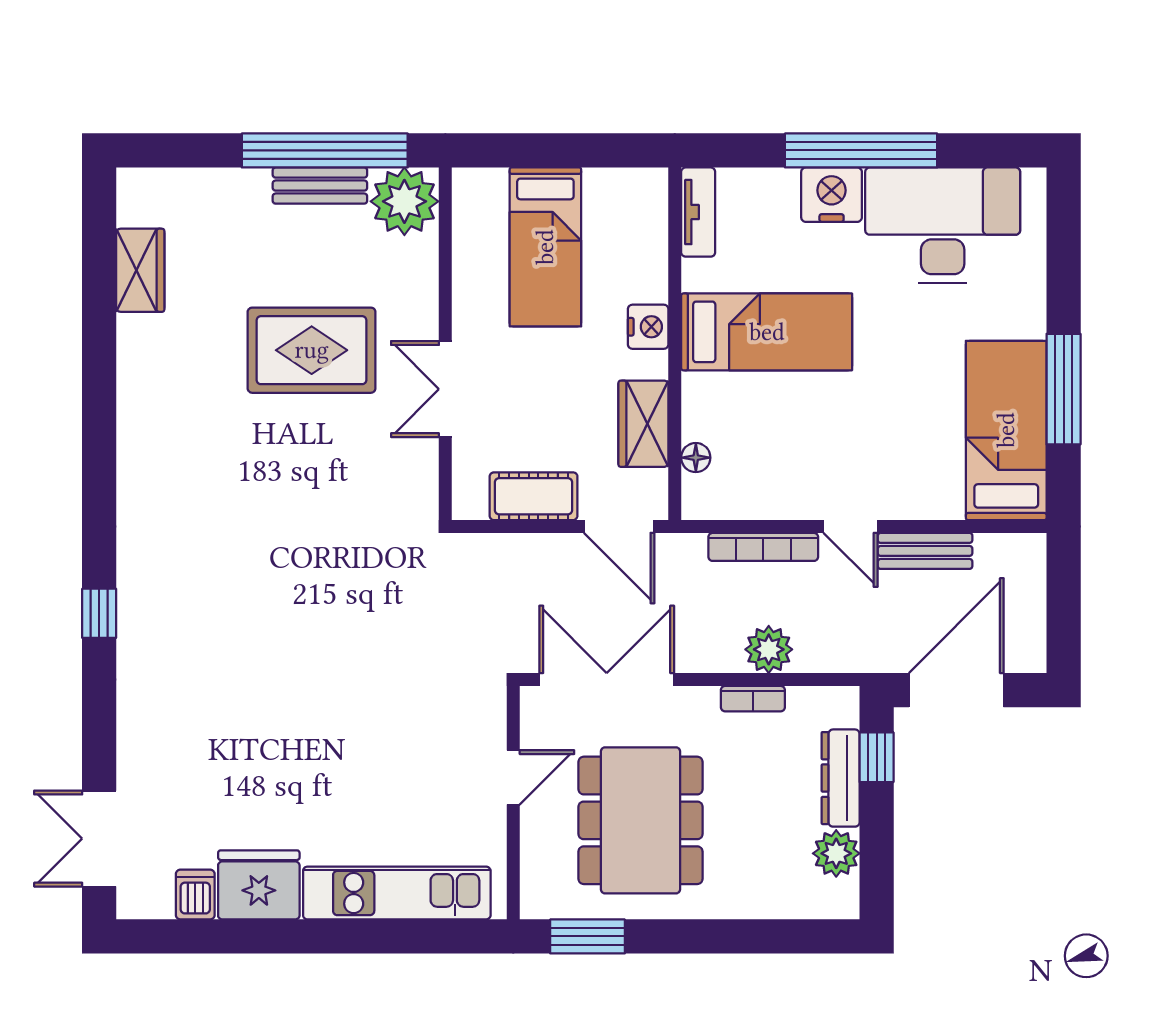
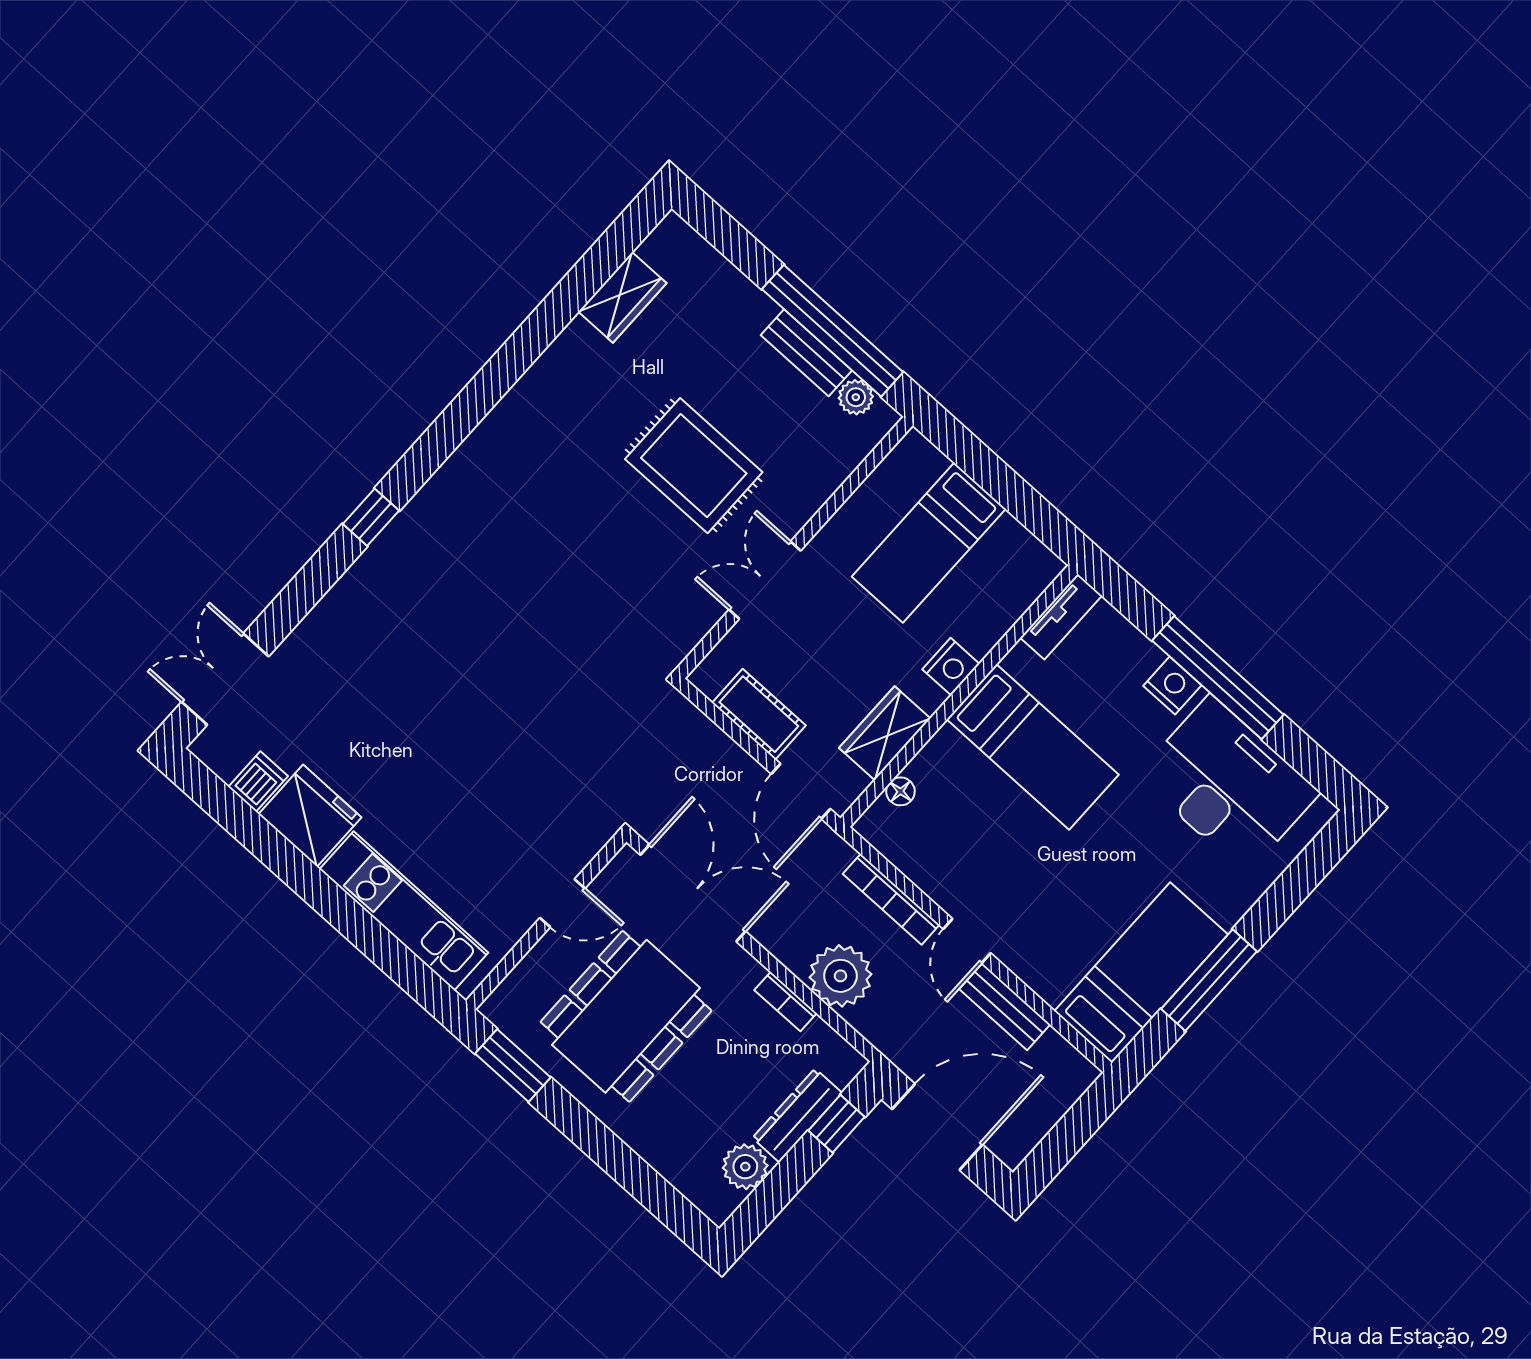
nightstand: (832, 195) -> (1172, 685), width x0.74, depth x0.75
plant: (404, 201) -> (856, 397), width x0.53, depth x0.53
plant: (769, 649) -> (840, 976), width x1.36, depth x1.36

